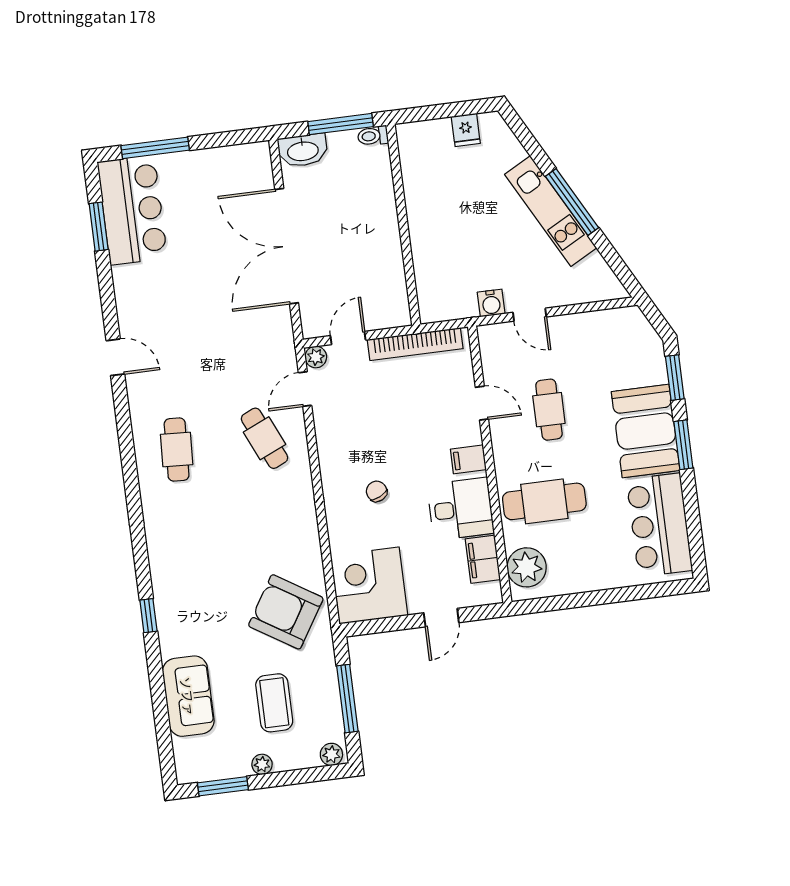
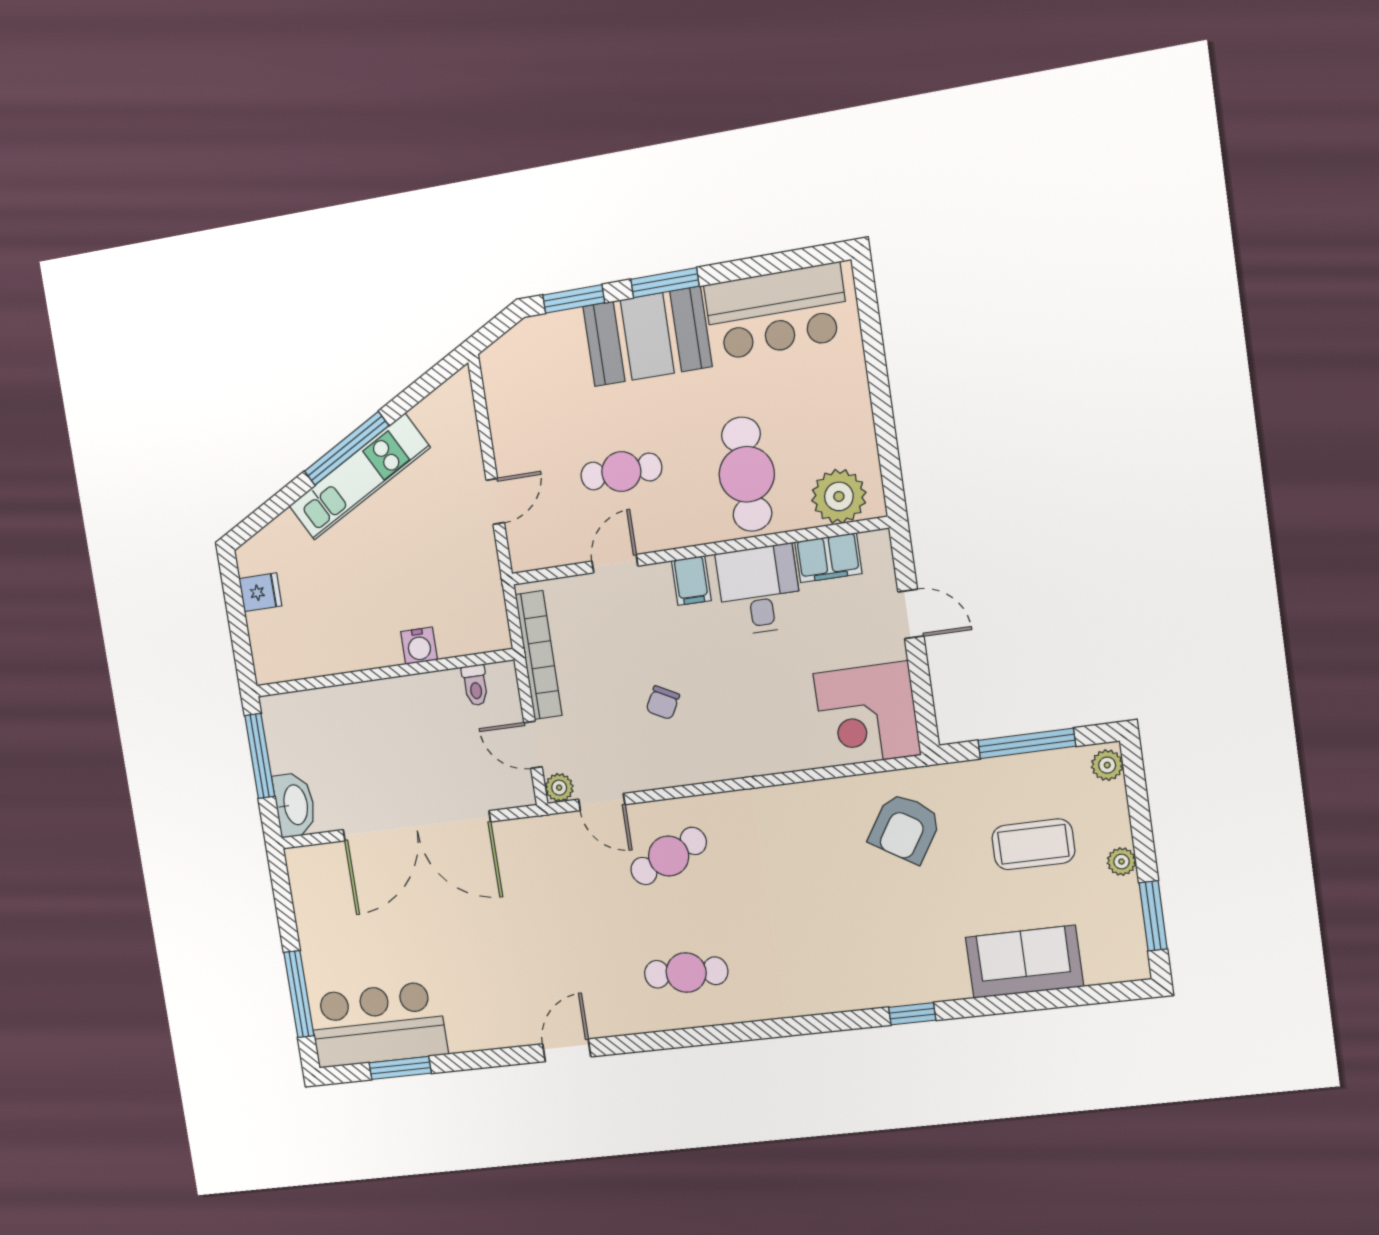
toilet: (373, 136) -> (475, 685), moved
water cooler: (491, 303) -> (419, 646), moved, turned 90
chair: (377, 491) -> (663, 703), moved, turned -36
armchair: (286, 612) -> (905, 828), width x0.73, depth x0.73

